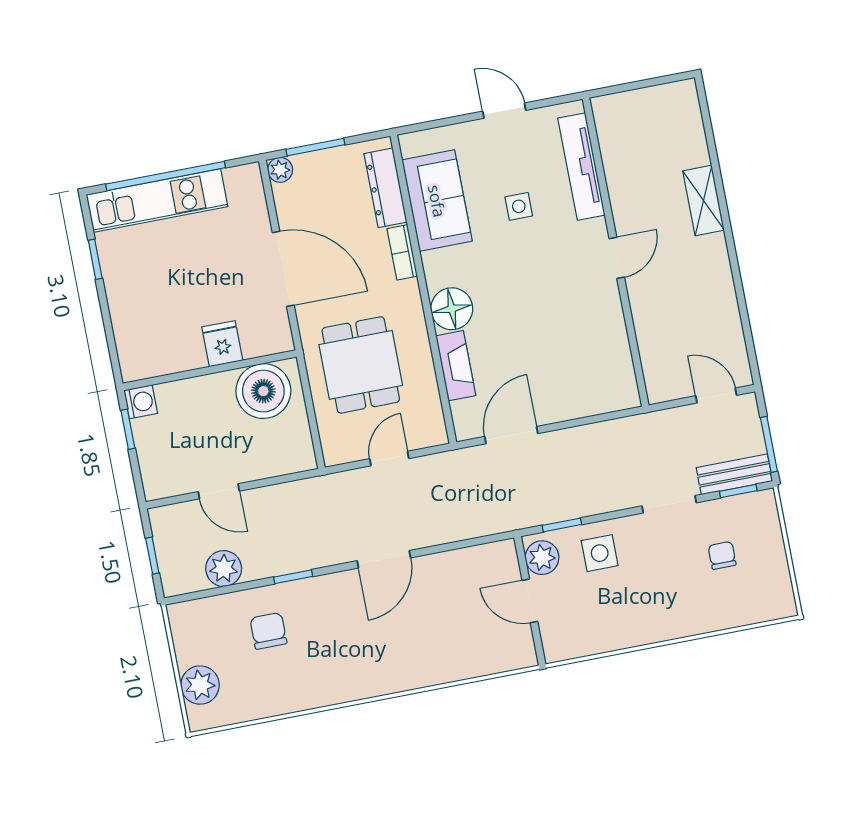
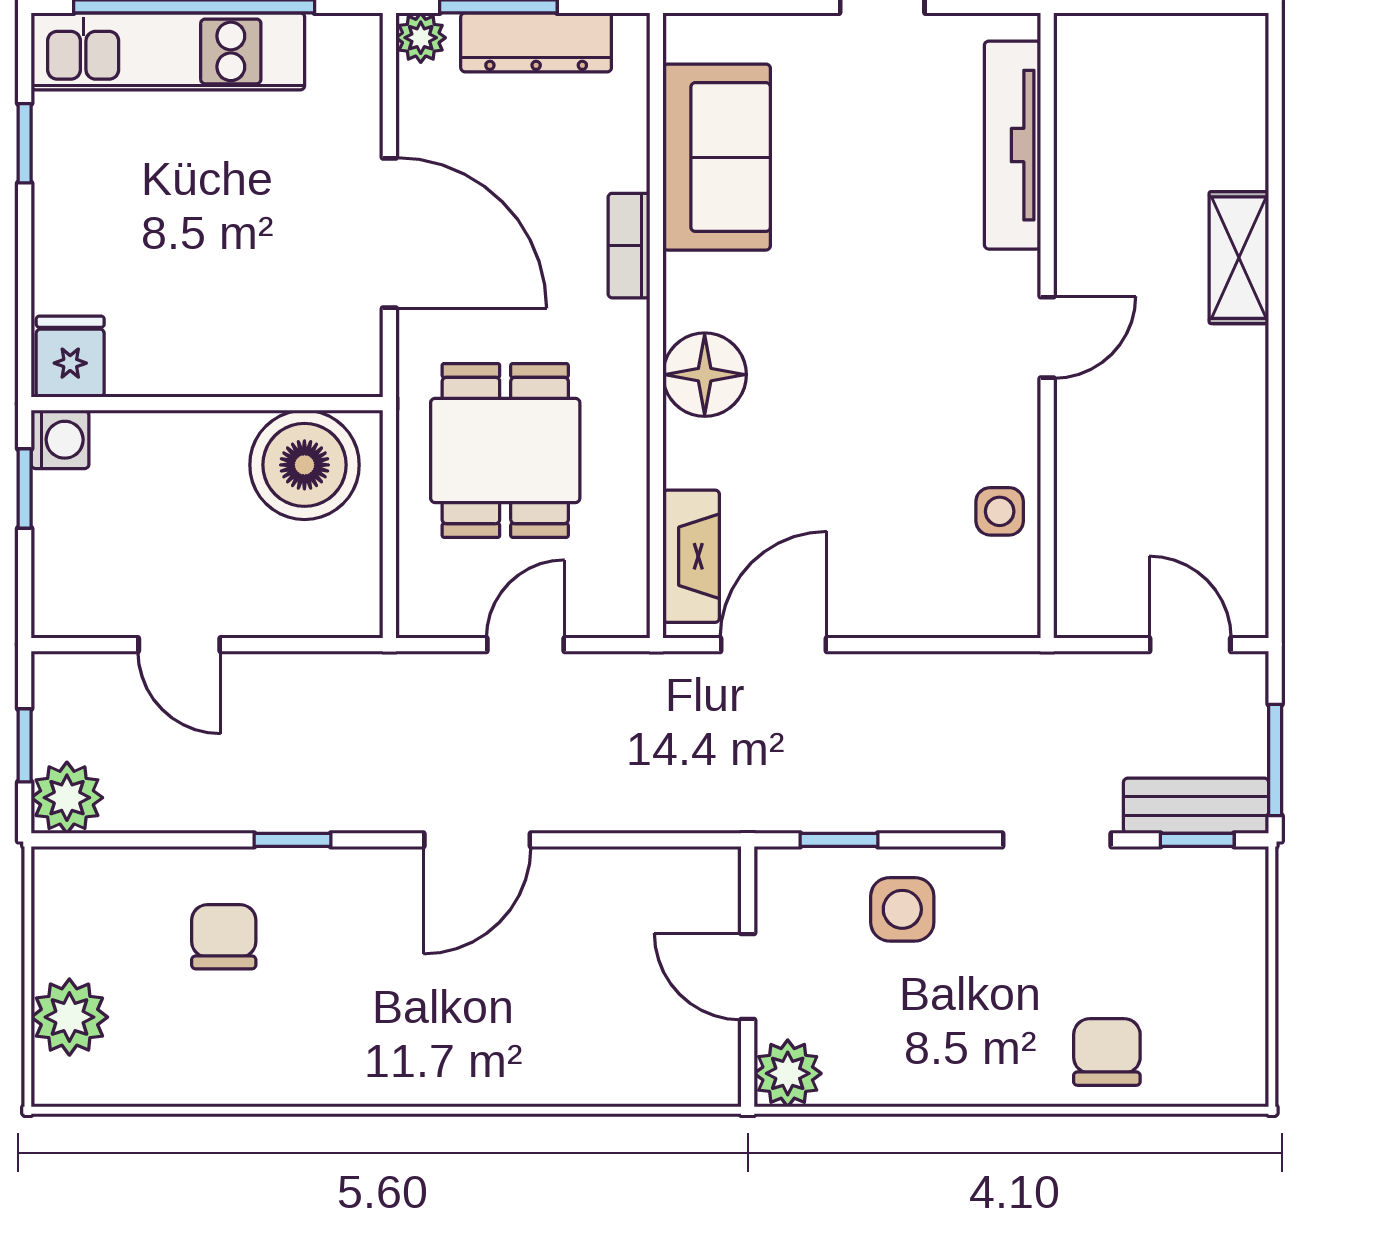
dresser: (385, 188) -> (536, 42), moved, turned -90
side table: (519, 206) -> (1000, 511), moved
fridge: (222, 344) -> (70, 357), moved
fireplace: (456, 366) -> (691, 556), moved
chair: (722, 555) -> (1107, 1052), moved, width x1.37, depth x1.37
plant: (542, 558) -> (788, 1073), moved
plant: (224, 569) -> (67, 798), moved

